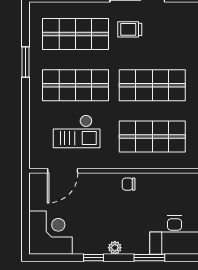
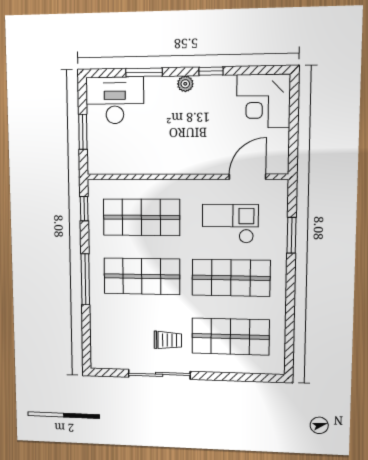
window: (26, 62) -> (291, 235), moved
chair: (129, 184) -> (169, 161), removed

